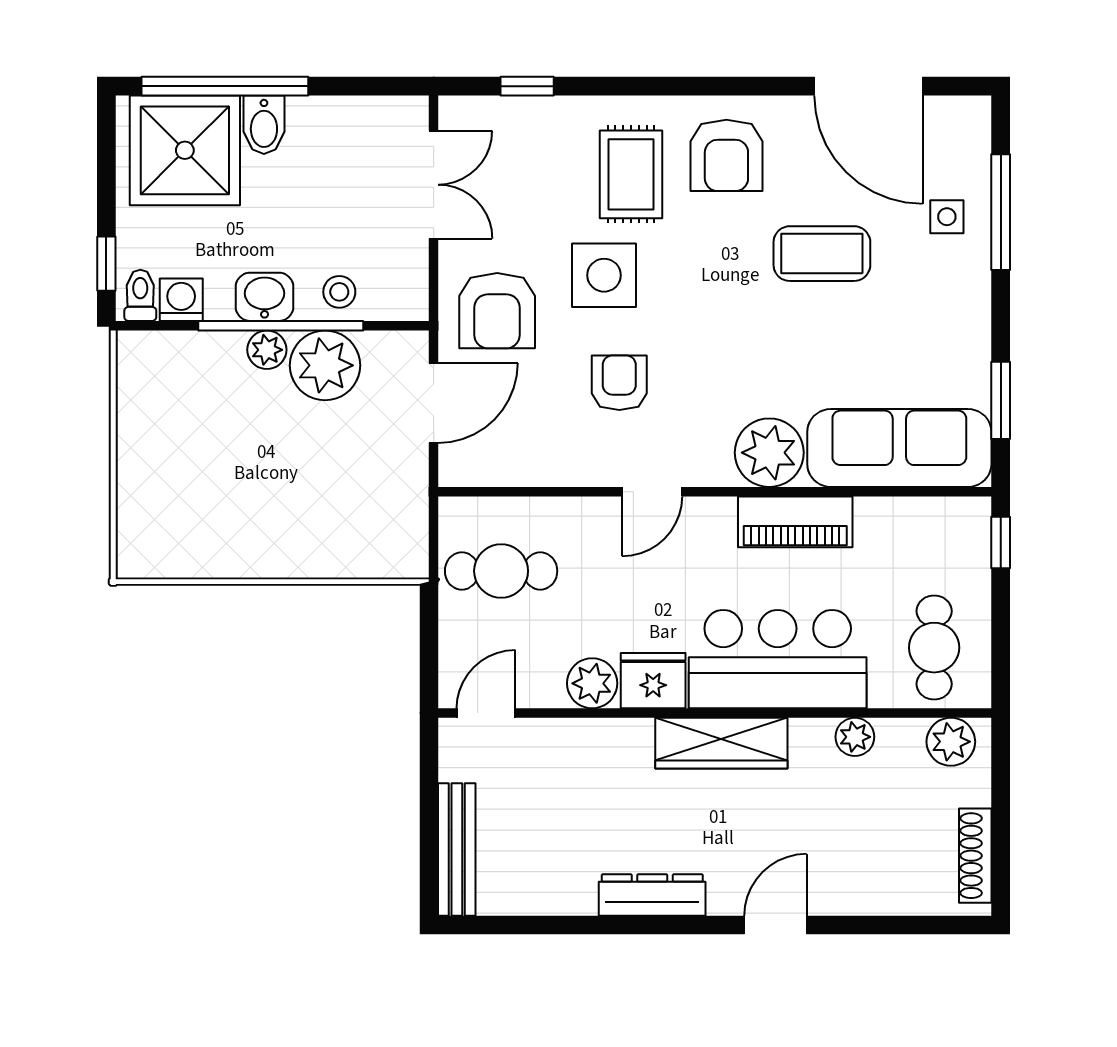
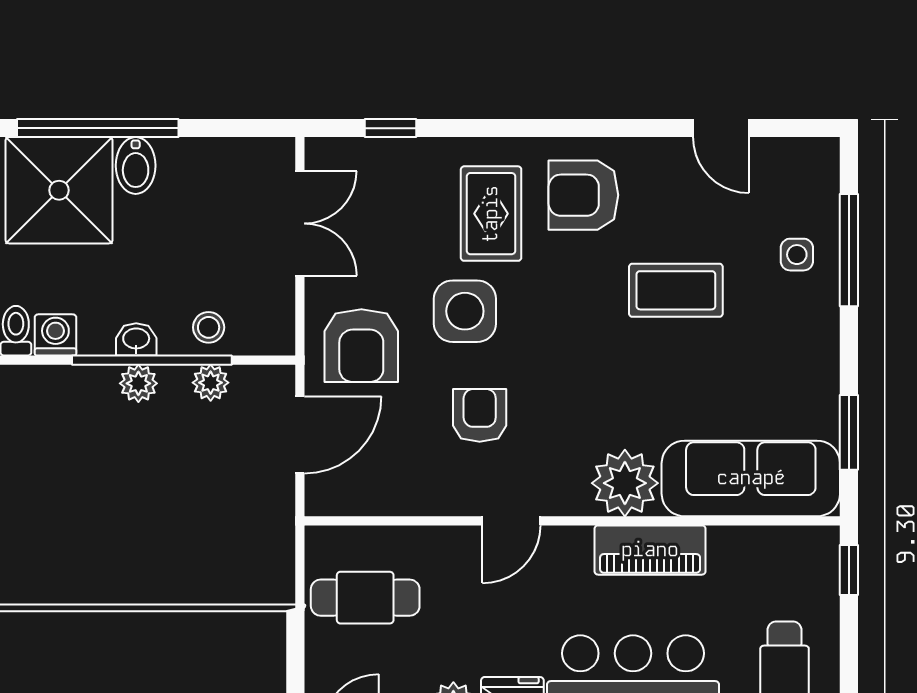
door: (868, 86) -> (721, 128), width x0.53
armchair: (726, 155) -> (583, 195), turned 90
washbasin: (265, 297) -> (136, 339), width x0.72, depth x0.69
plant: (325, 365) -> (211, 383), width x0.53, depth x0.53

